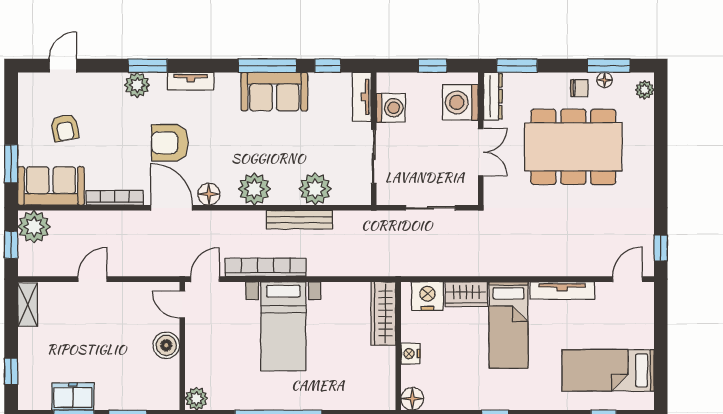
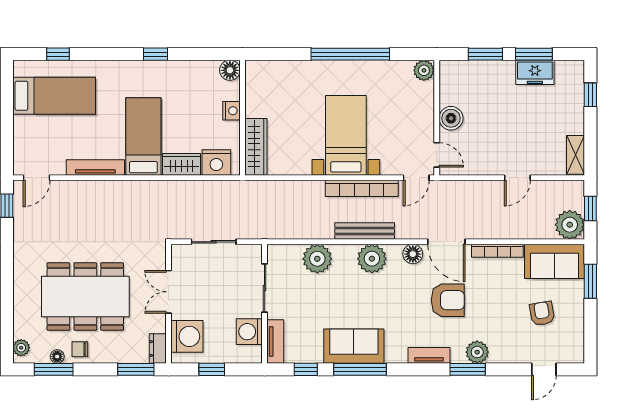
dresser: (493, 96) -> (158, 349), width x0.70
bench: (299, 220) -> (365, 231), moved

